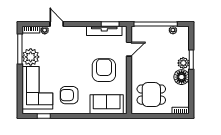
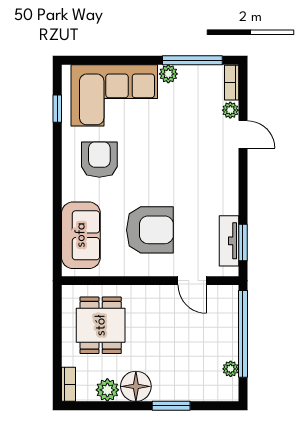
door: (57, 24) -> (243, 134), hinge flipped
tv unit: (104, 31) -> (229, 241), width x0.71
plant: (31, 57) -> (168, 74), width x0.53, depth x0.53
plant: (183, 63) -> (107, 390), moved

